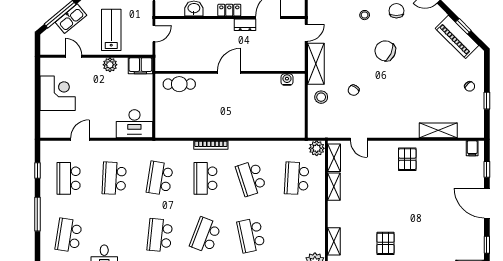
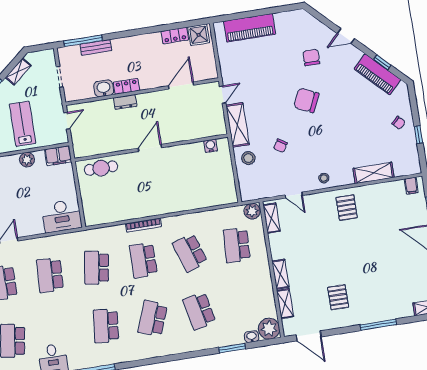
locker: (229, 10) -> (127, 86), moved
stool: (365, 15) -> (324, 178), moved
dresser: (245, 25) -> (125, 102), moved
shelving: (334, 187) -> (280, 274), moved

